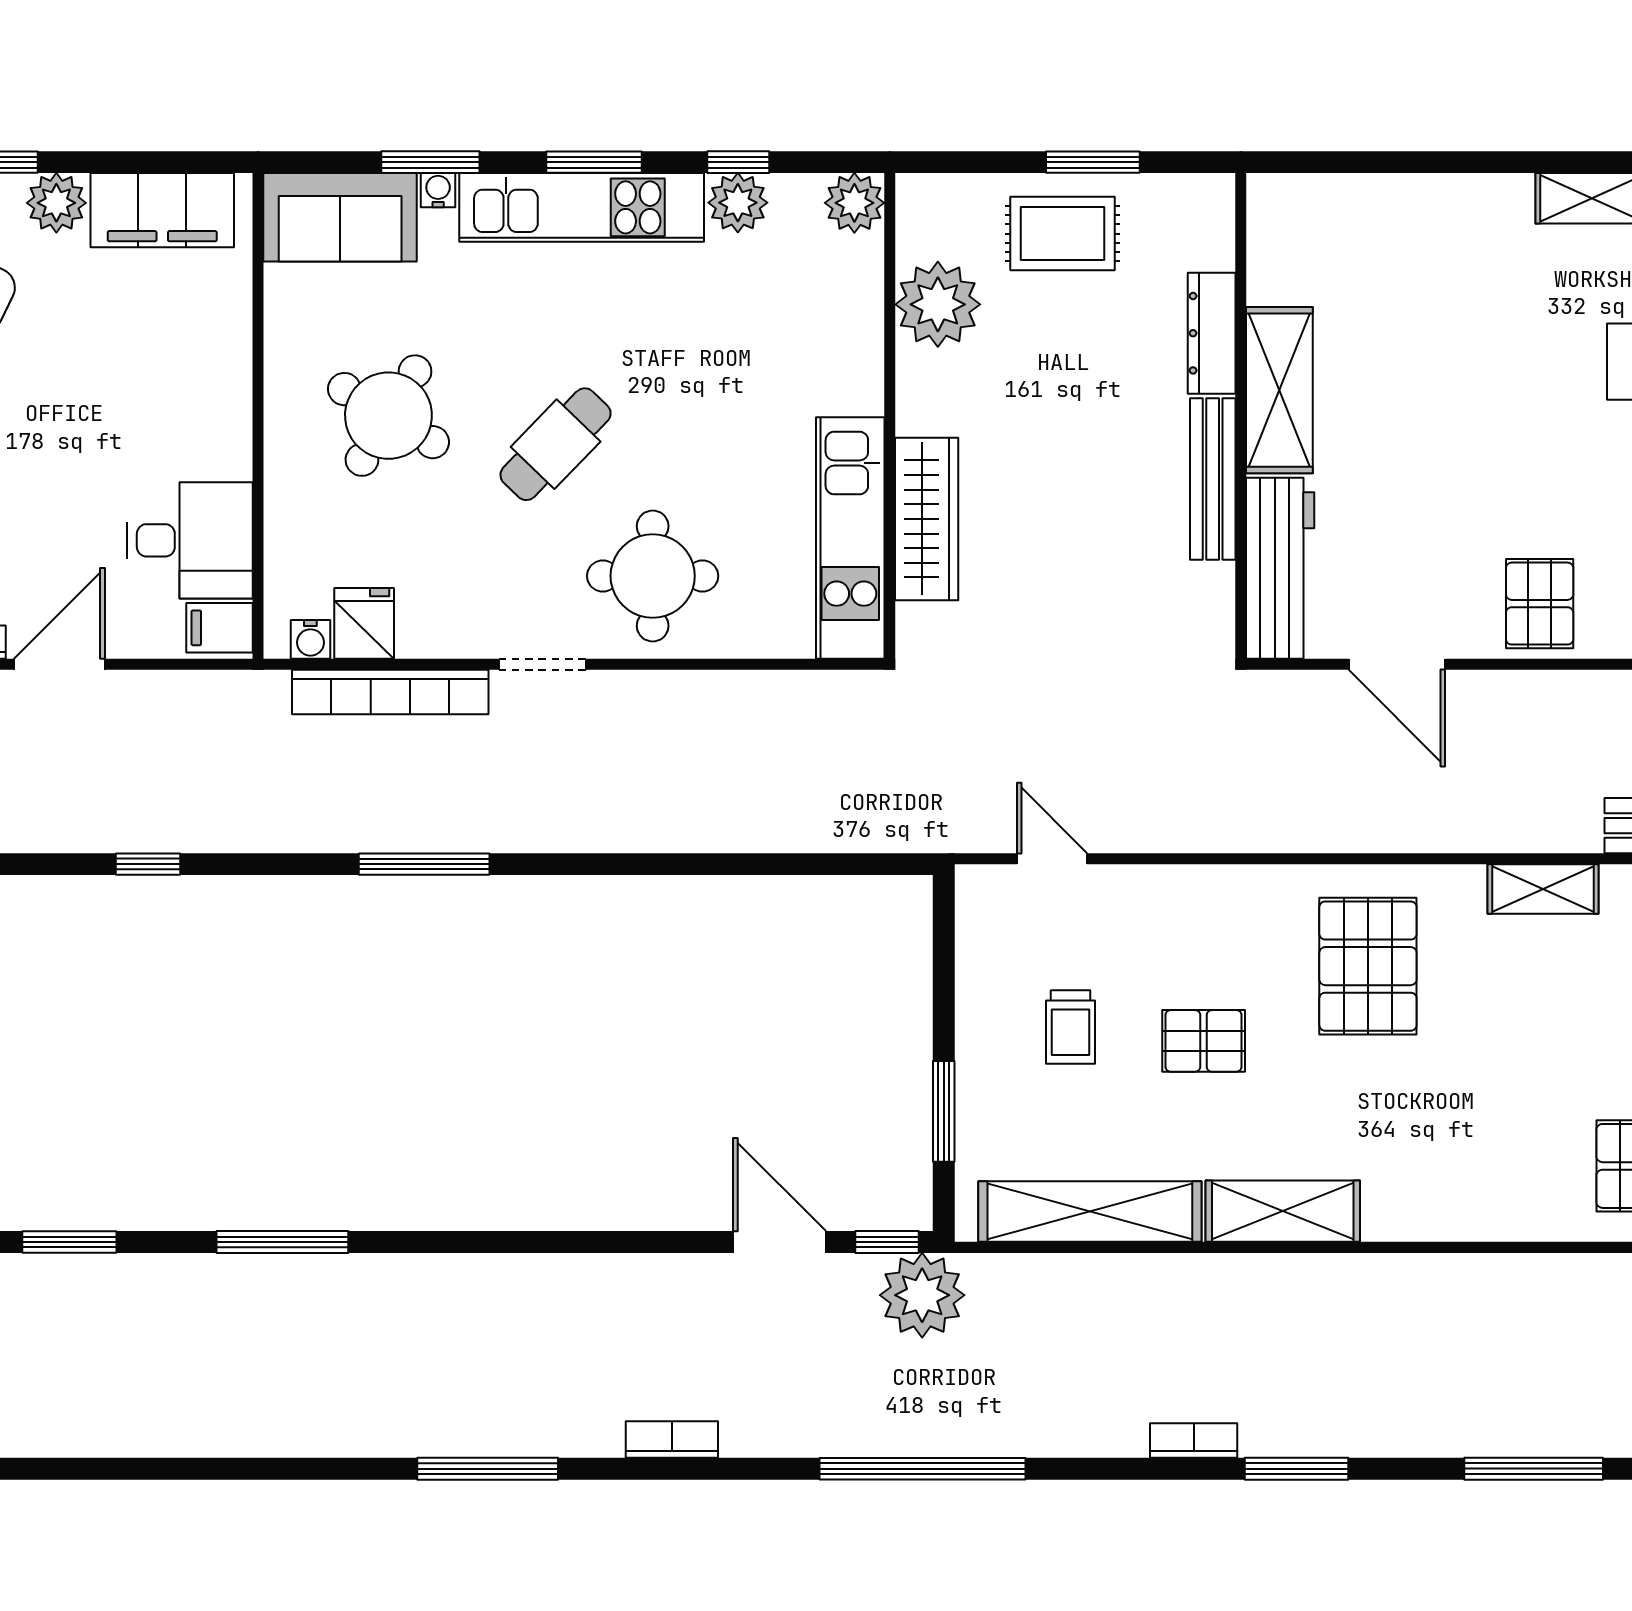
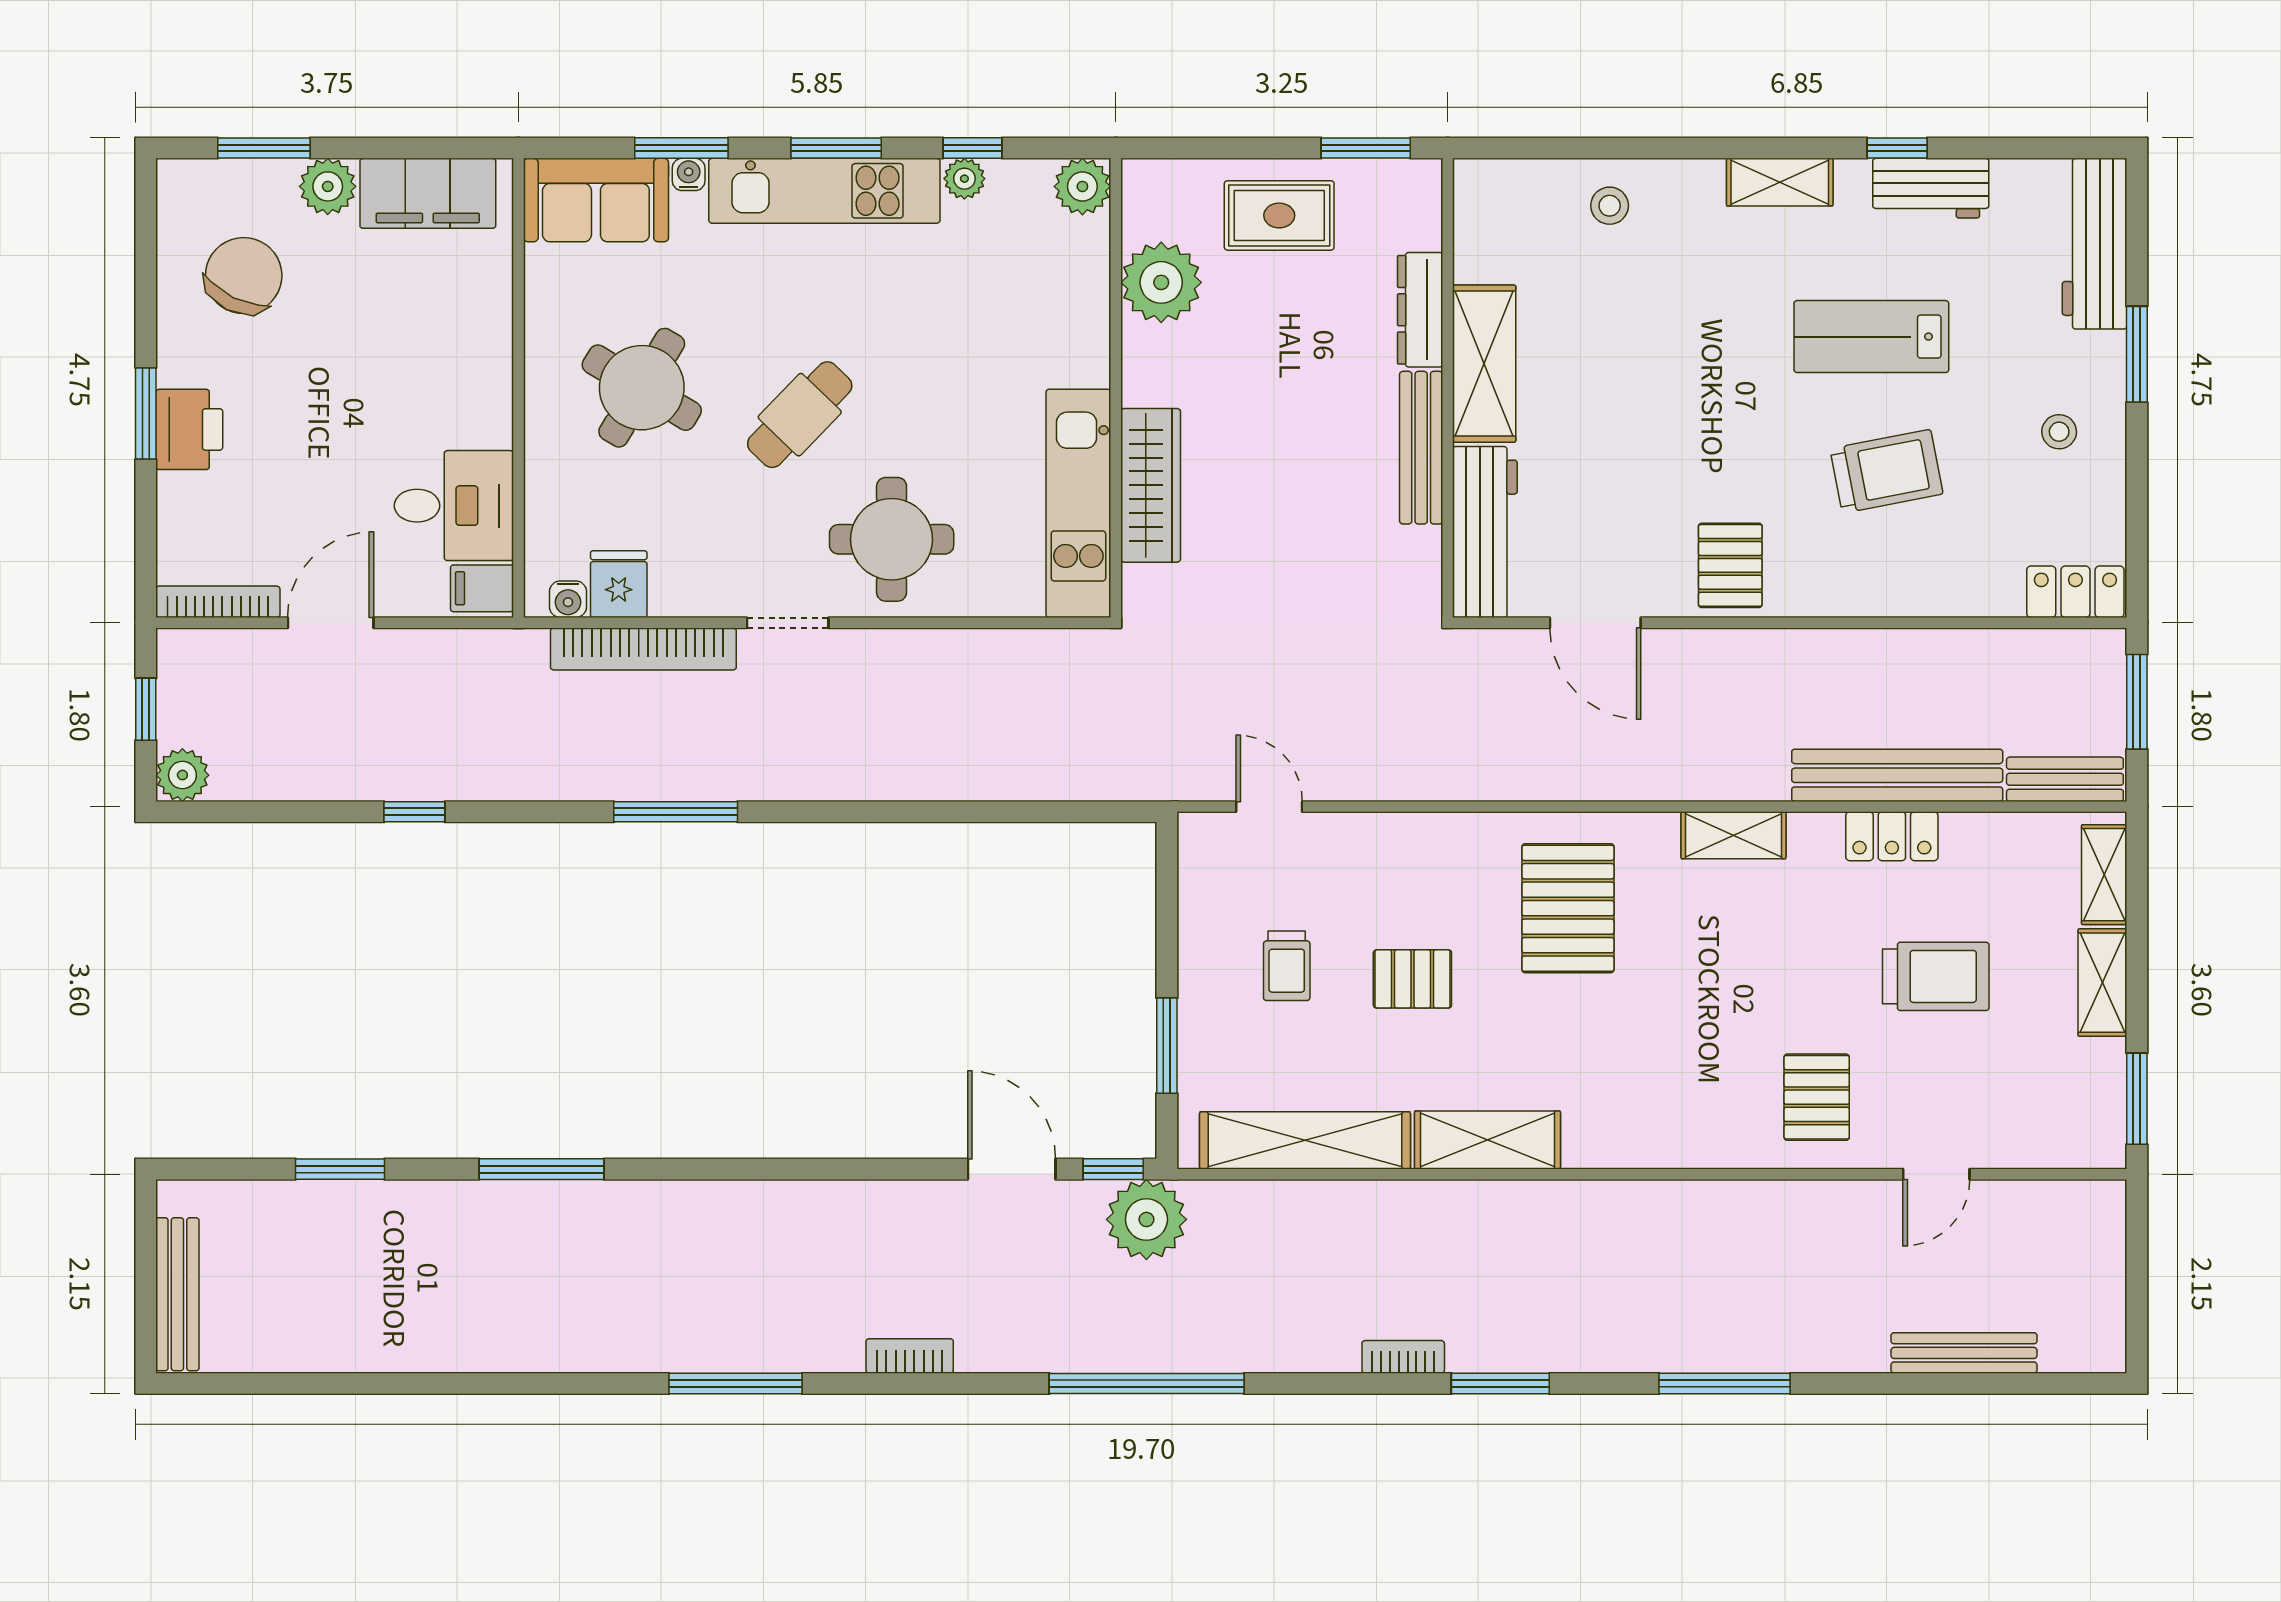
window: (1093, 162) -> (1366, 148), moved
plant: (738, 203) -> (964, 179), width x0.73, depth x0.73
stool: (1412, 223) -> (1610, 206), added

